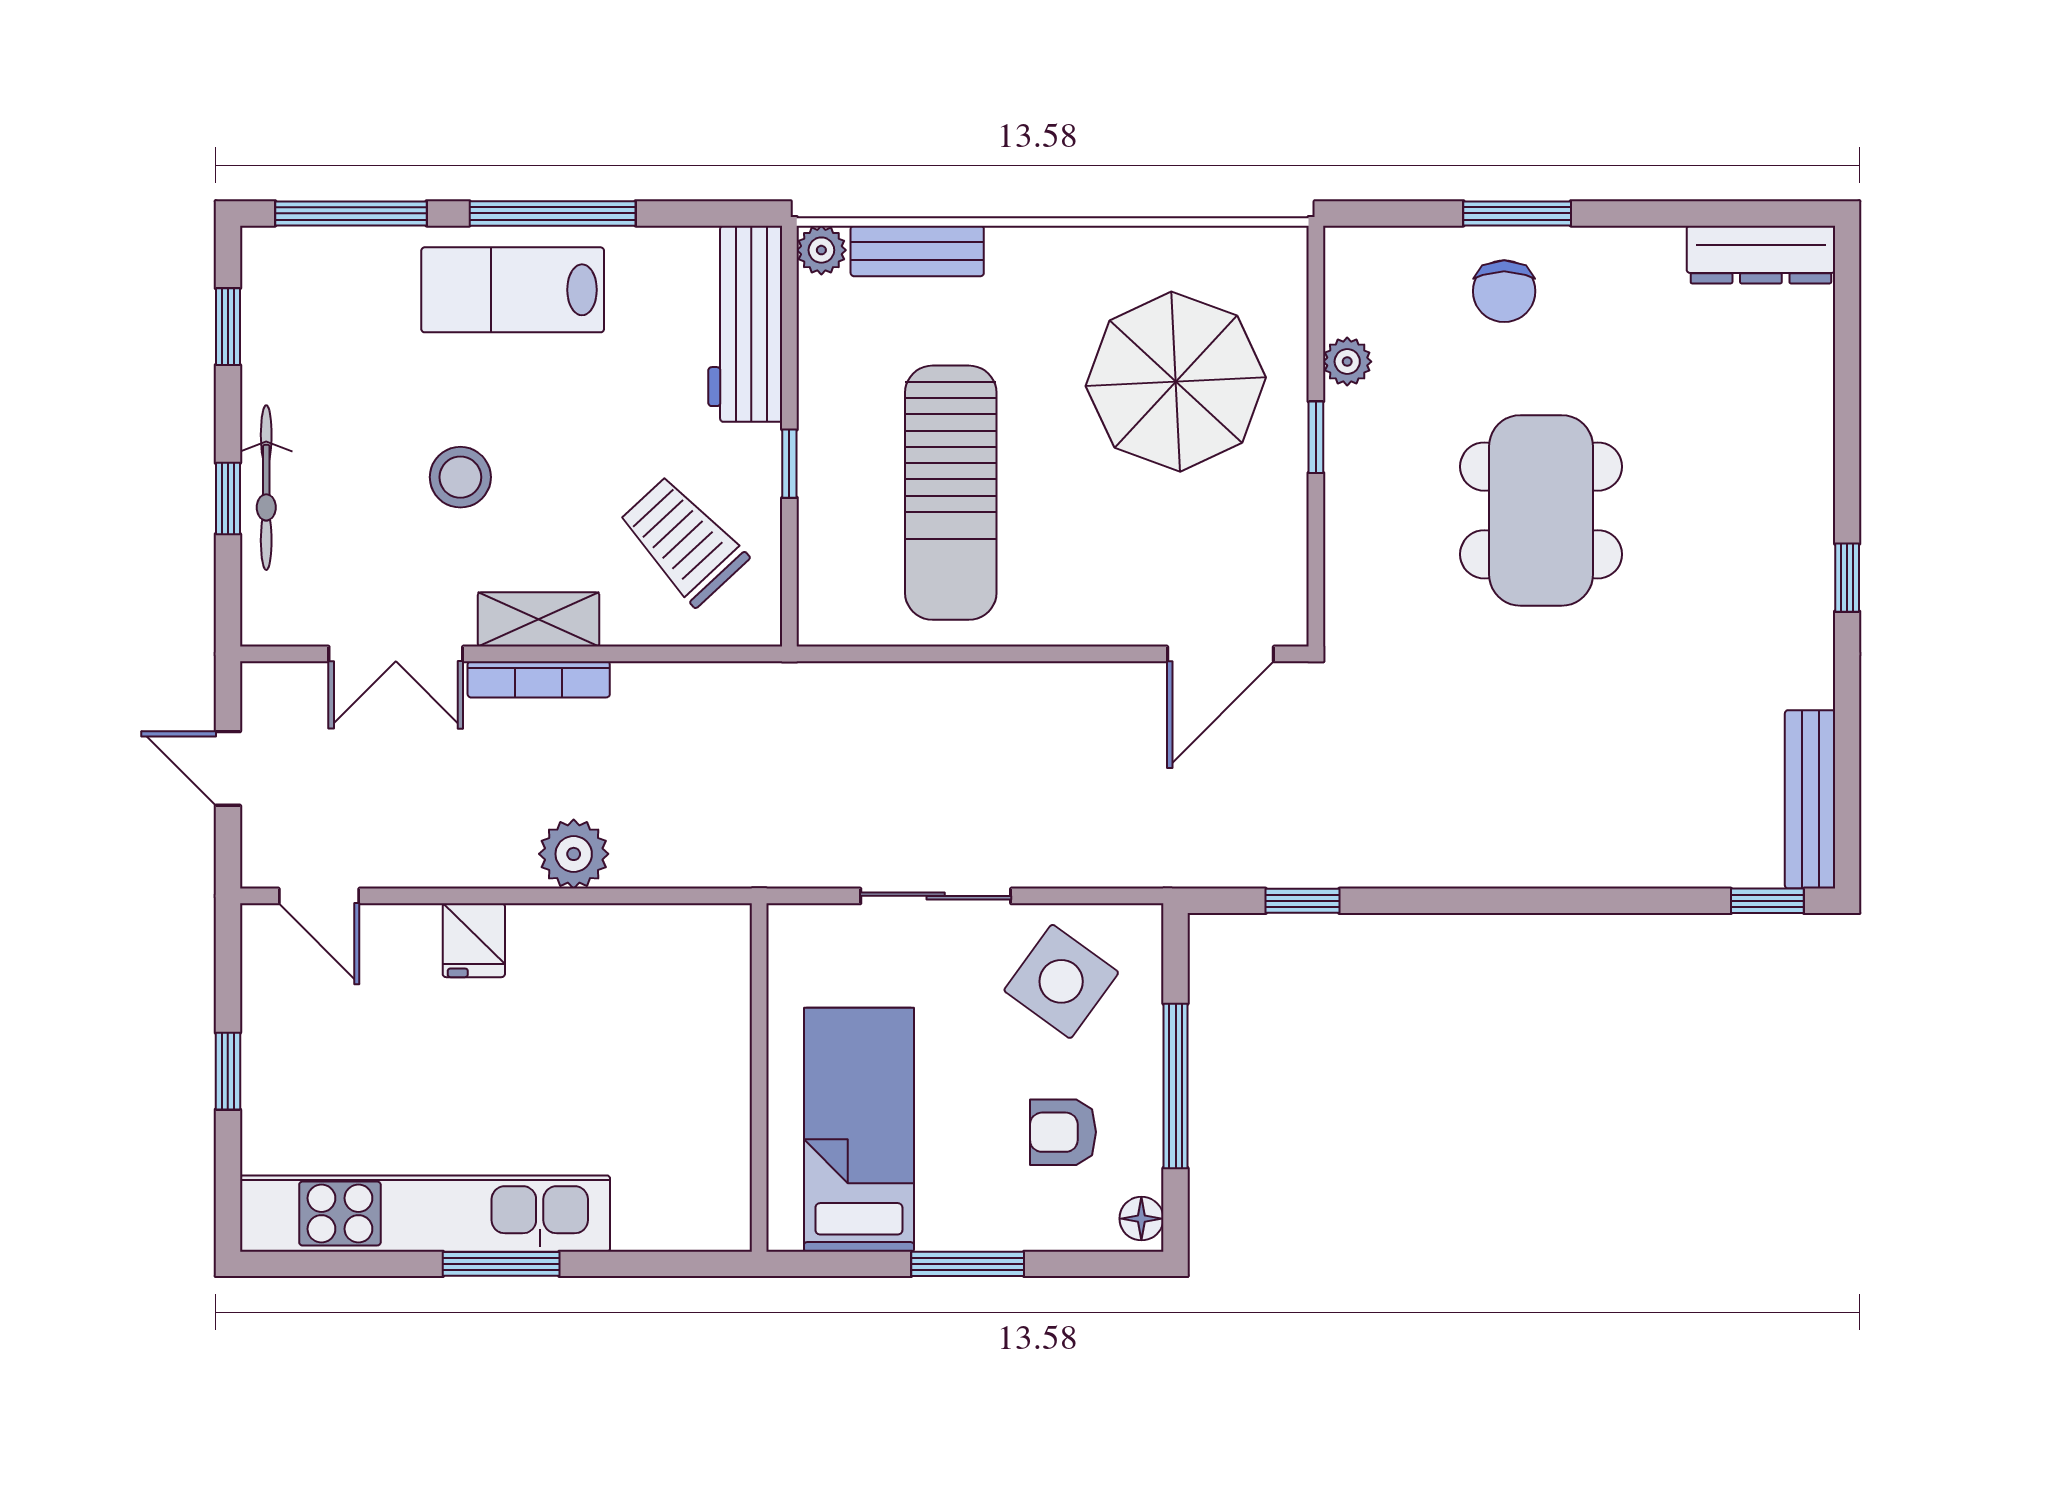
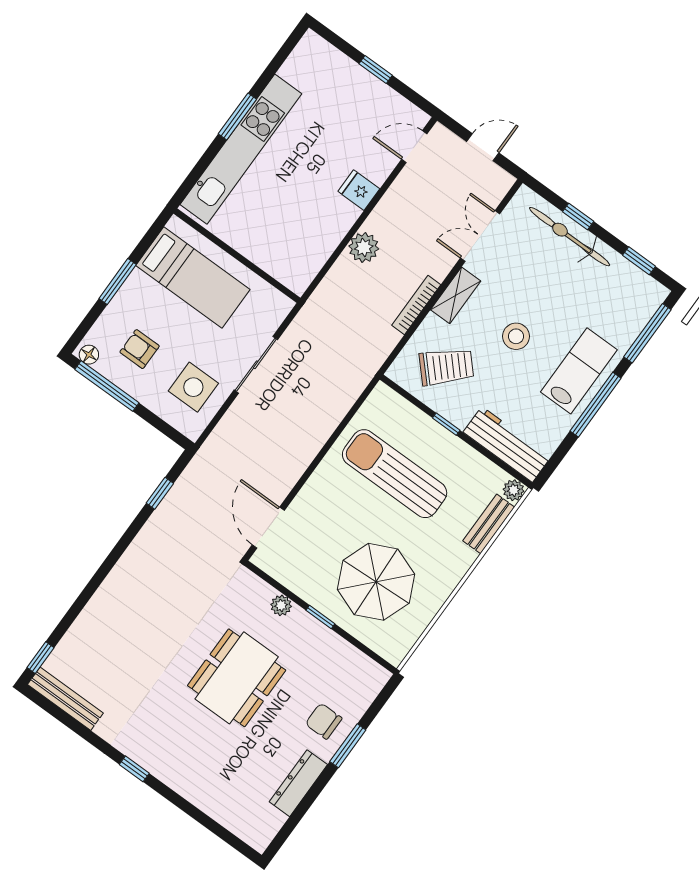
dresser: (1761, 255) -> (298, 783), moved
plant: (1347, 362) -> (281, 605), moved
stool: (460, 477) -> (516, 336), moved
bicycle: (266, 488) -> (570, 237), width x1.37, depth x1.40
dining table: (1541, 510) -> (237, 678), turned 90
bookcase: (539, 679) -> (416, 305), moved
side table: (1061, 981) -> (193, 387), turned -36
window: (1176, 1086) -> (107, 386), moved
armchair: (1063, 1132) -> (140, 349), turned -90
kitchen unit: (425, 1214) -> (241, 149), moved

